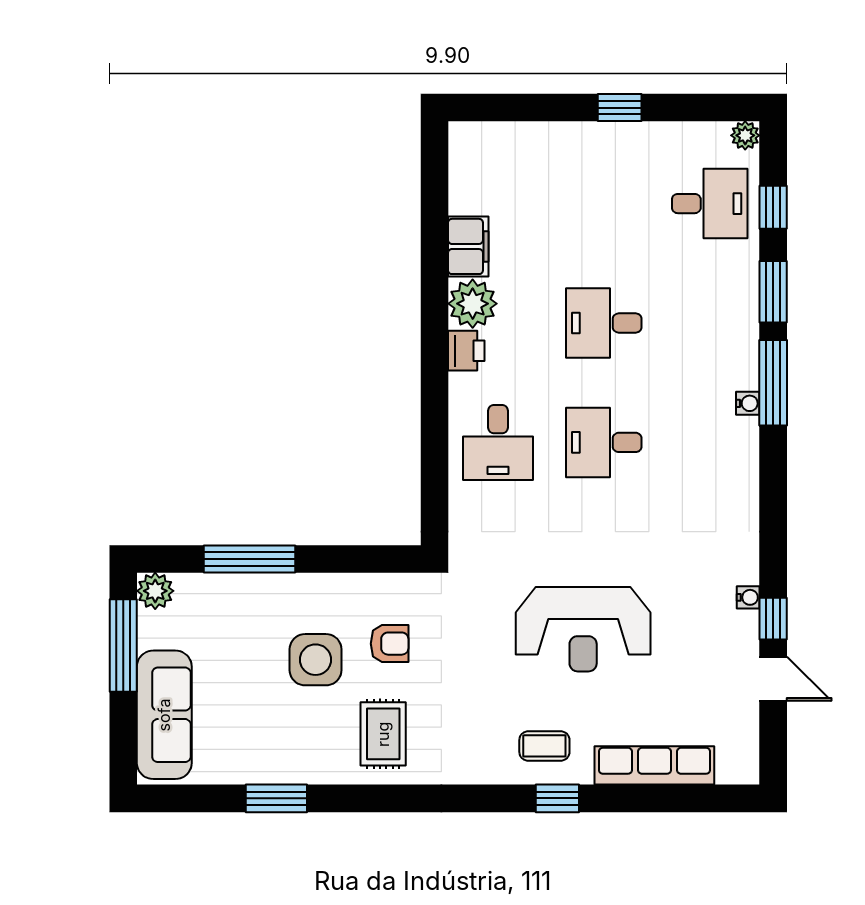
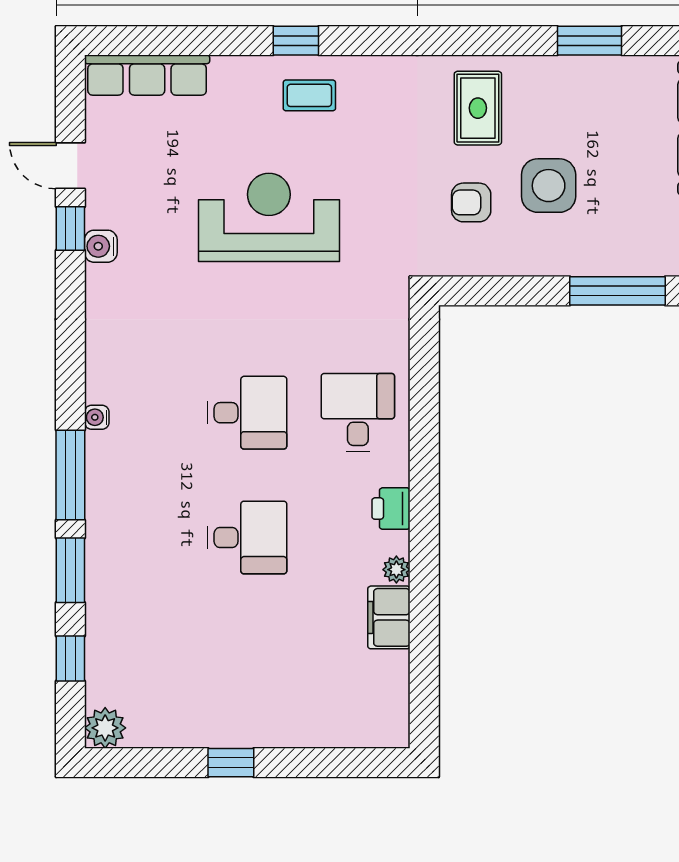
plant: (745, 135) -> (105, 728), width x1.38, depth x1.38
desk: (710, 204) -> (137, 662), removed
plant: (473, 304) -> (396, 570), width x0.53, depth x0.53
water cooler: (748, 403) -> (97, 417), moved
water cooler: (748, 597) -> (101, 246), width x1.38, depth x1.38
row of seats: (654, 765) -> (147, 75), moved

